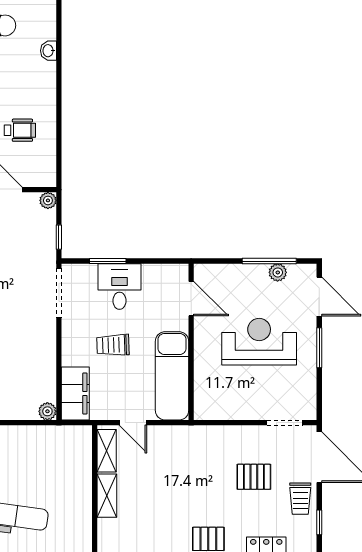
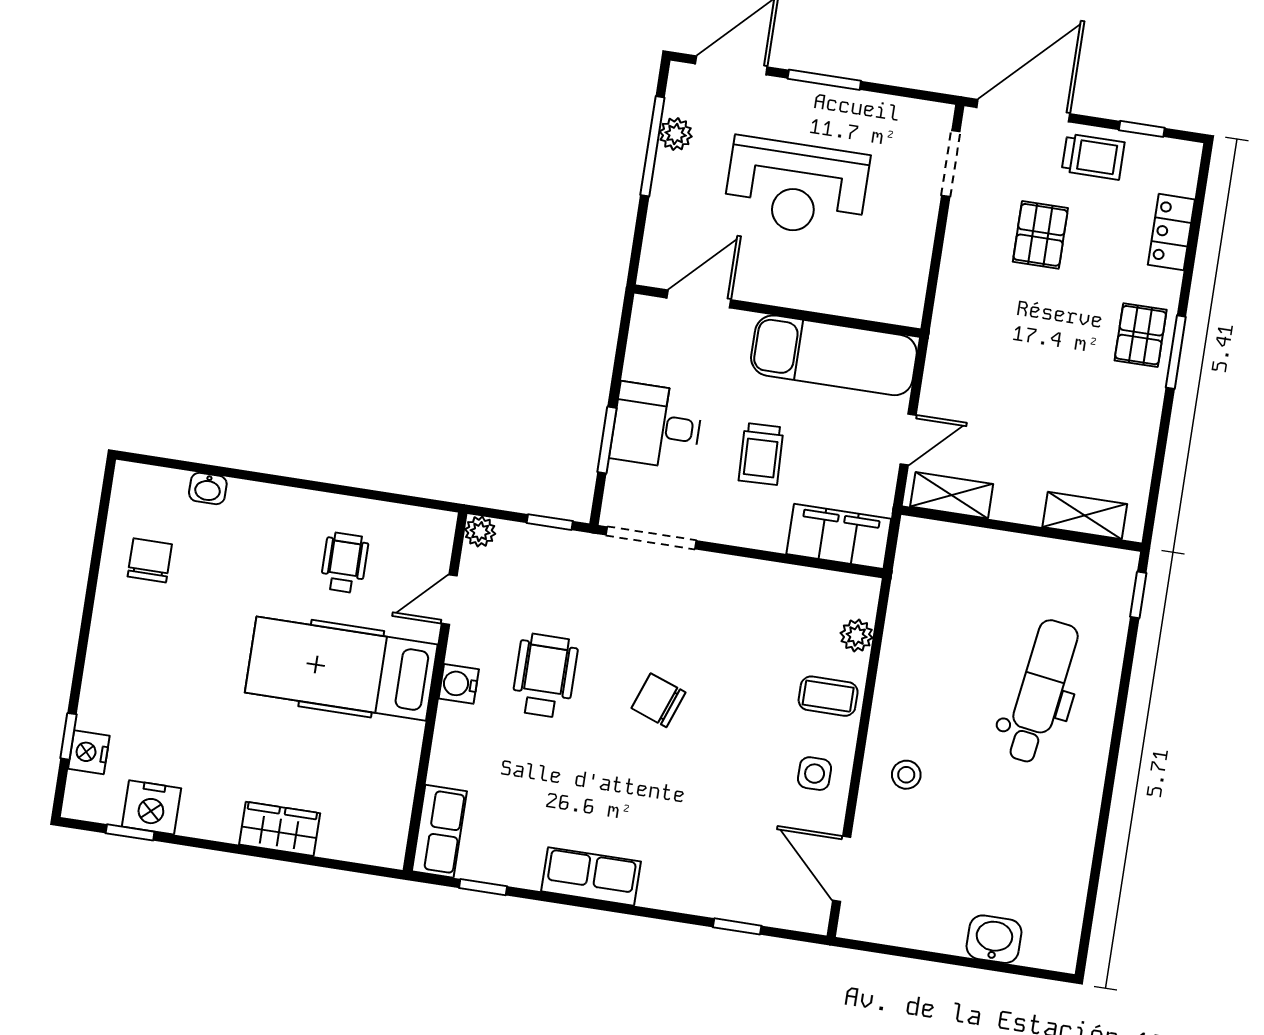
reception desk: (259, 342) -> (796, 187), turned -90
plant: (47, 411) -> (857, 635), moved
shelving: (107, 496) -> (1085, 515), moved

